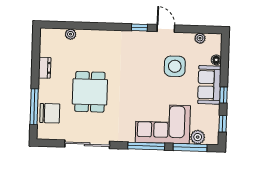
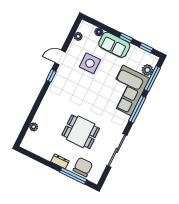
dresser: (45, 68) -> (60, 161), moved

